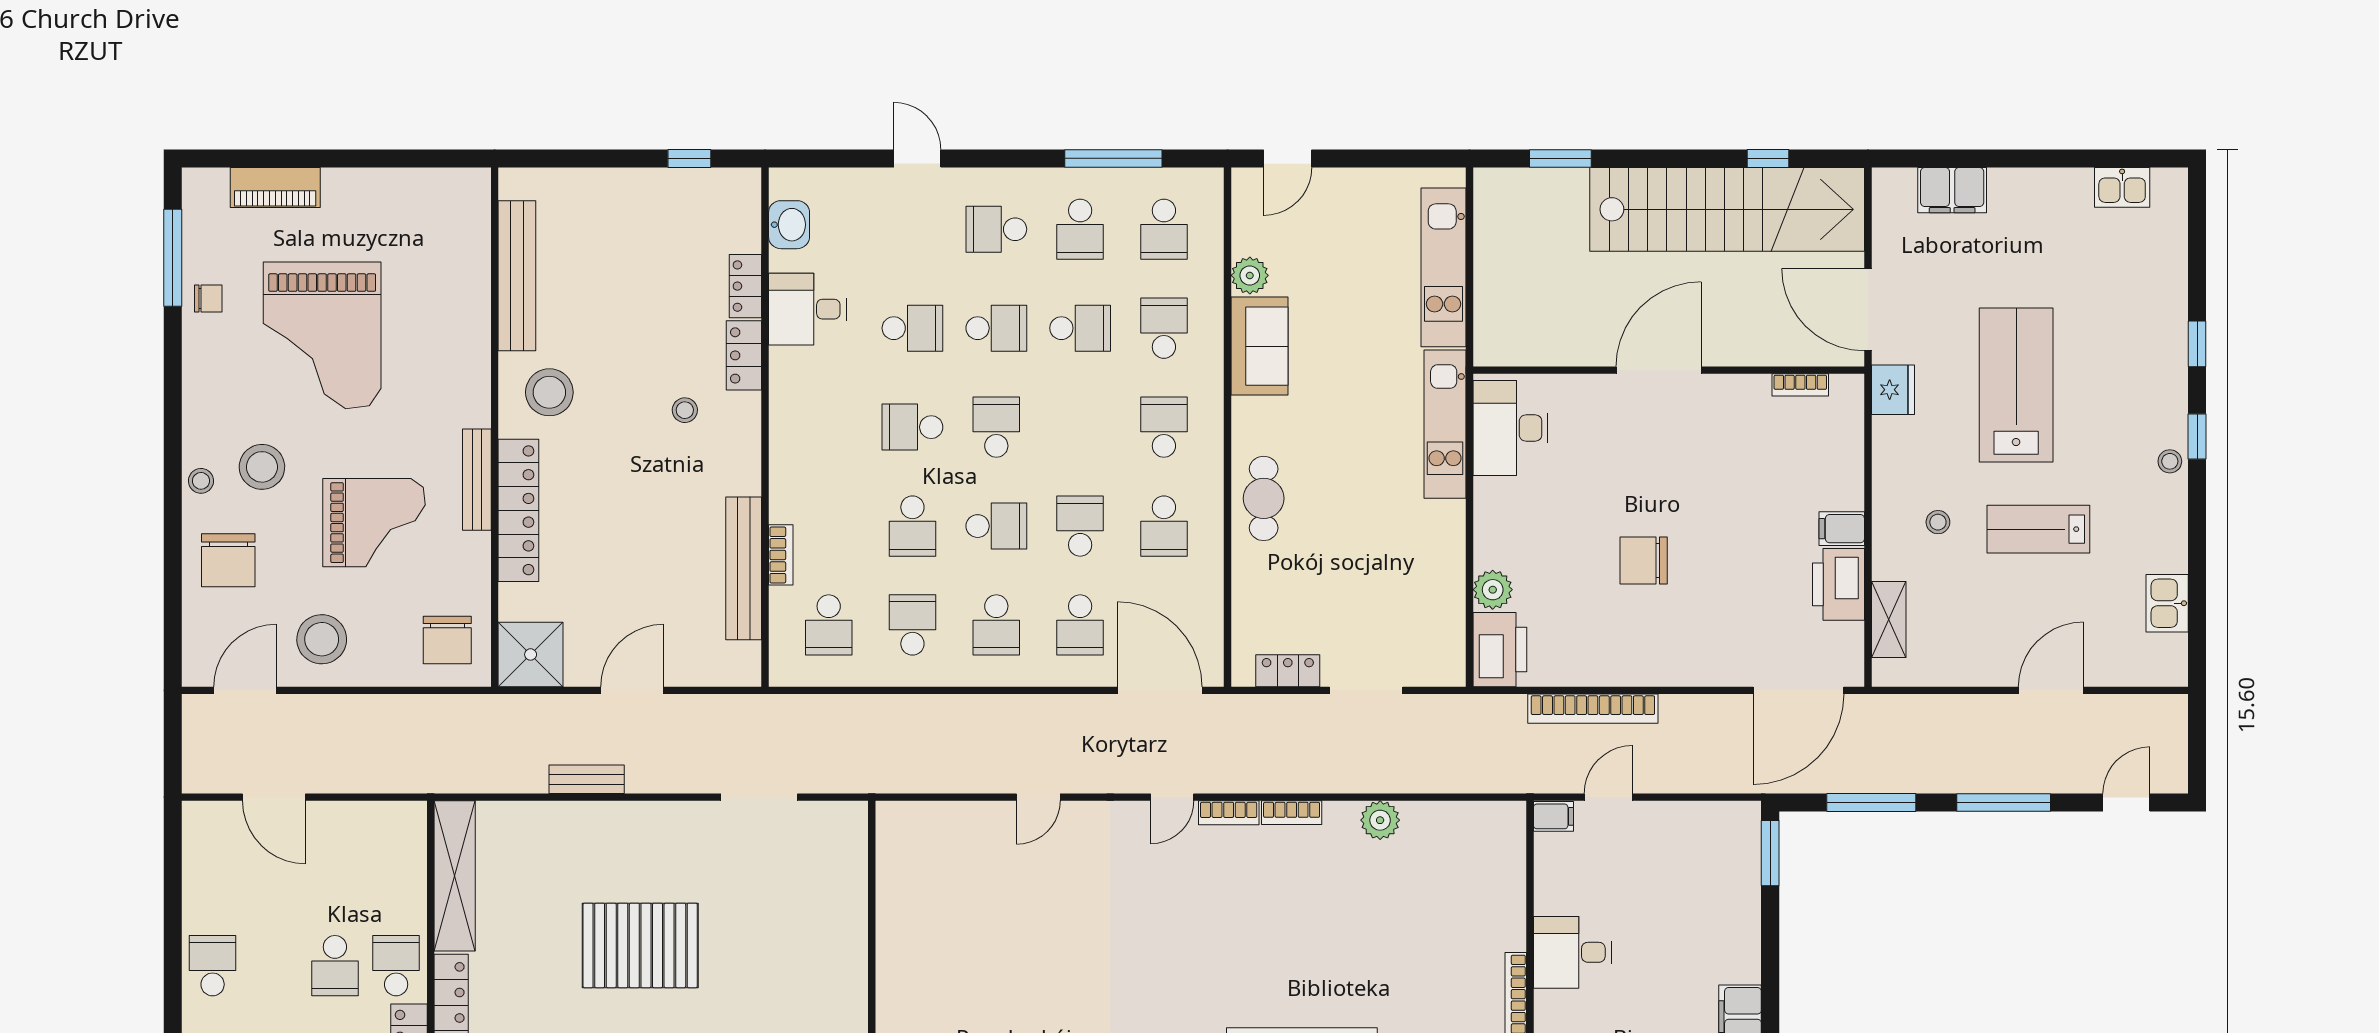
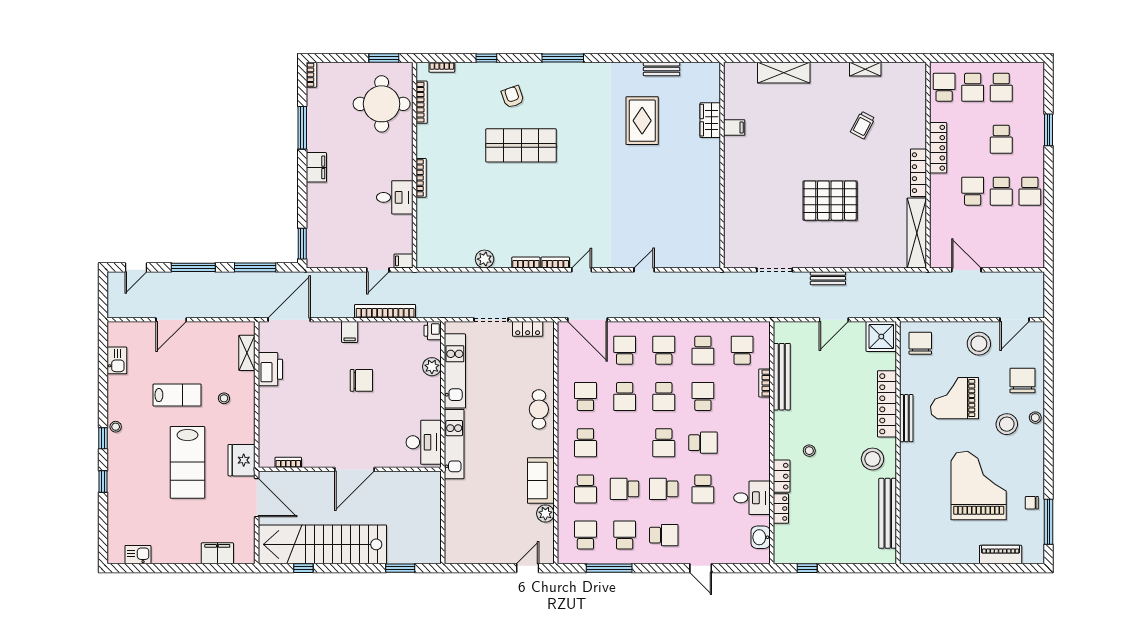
kitchen unit: (1444, 267) -> (455, 371), moved
school desk: (912, 328) -> (703, 489), turned -90
fridge: (1893, 390) -> (242, 460), width x1.36, depth x1.34
school desk: (996, 526) -> (664, 396), turned -90
filing cabinet: (1842, 529) -> (350, 332), moved, turned 90
printer: (1500, 650) -> (433, 331), width x0.53, depth x0.68
bench: (587, 779) -> (828, 278), moved
door: (274, 797) -> (966, 270), moved
school desk: (396, 966) -> (1001, 191), moved

